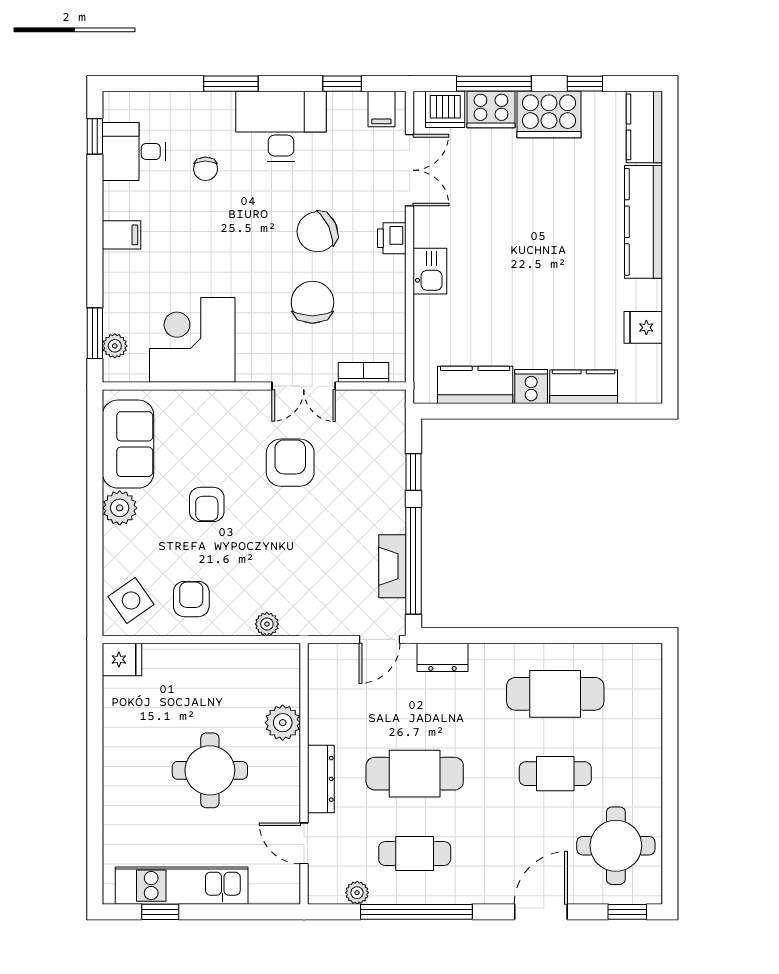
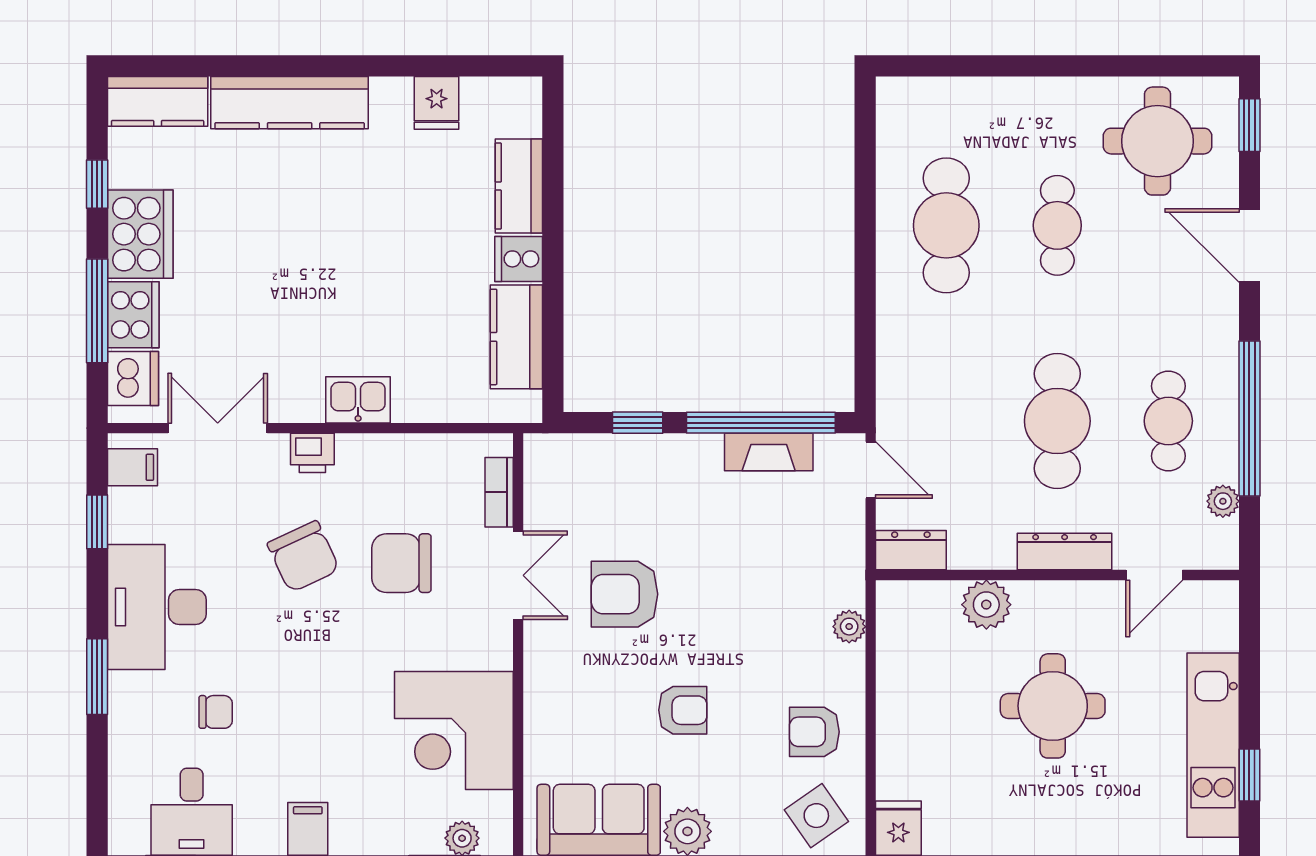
dresser: (442, 657) -> (911, 550), moved, turned -90

